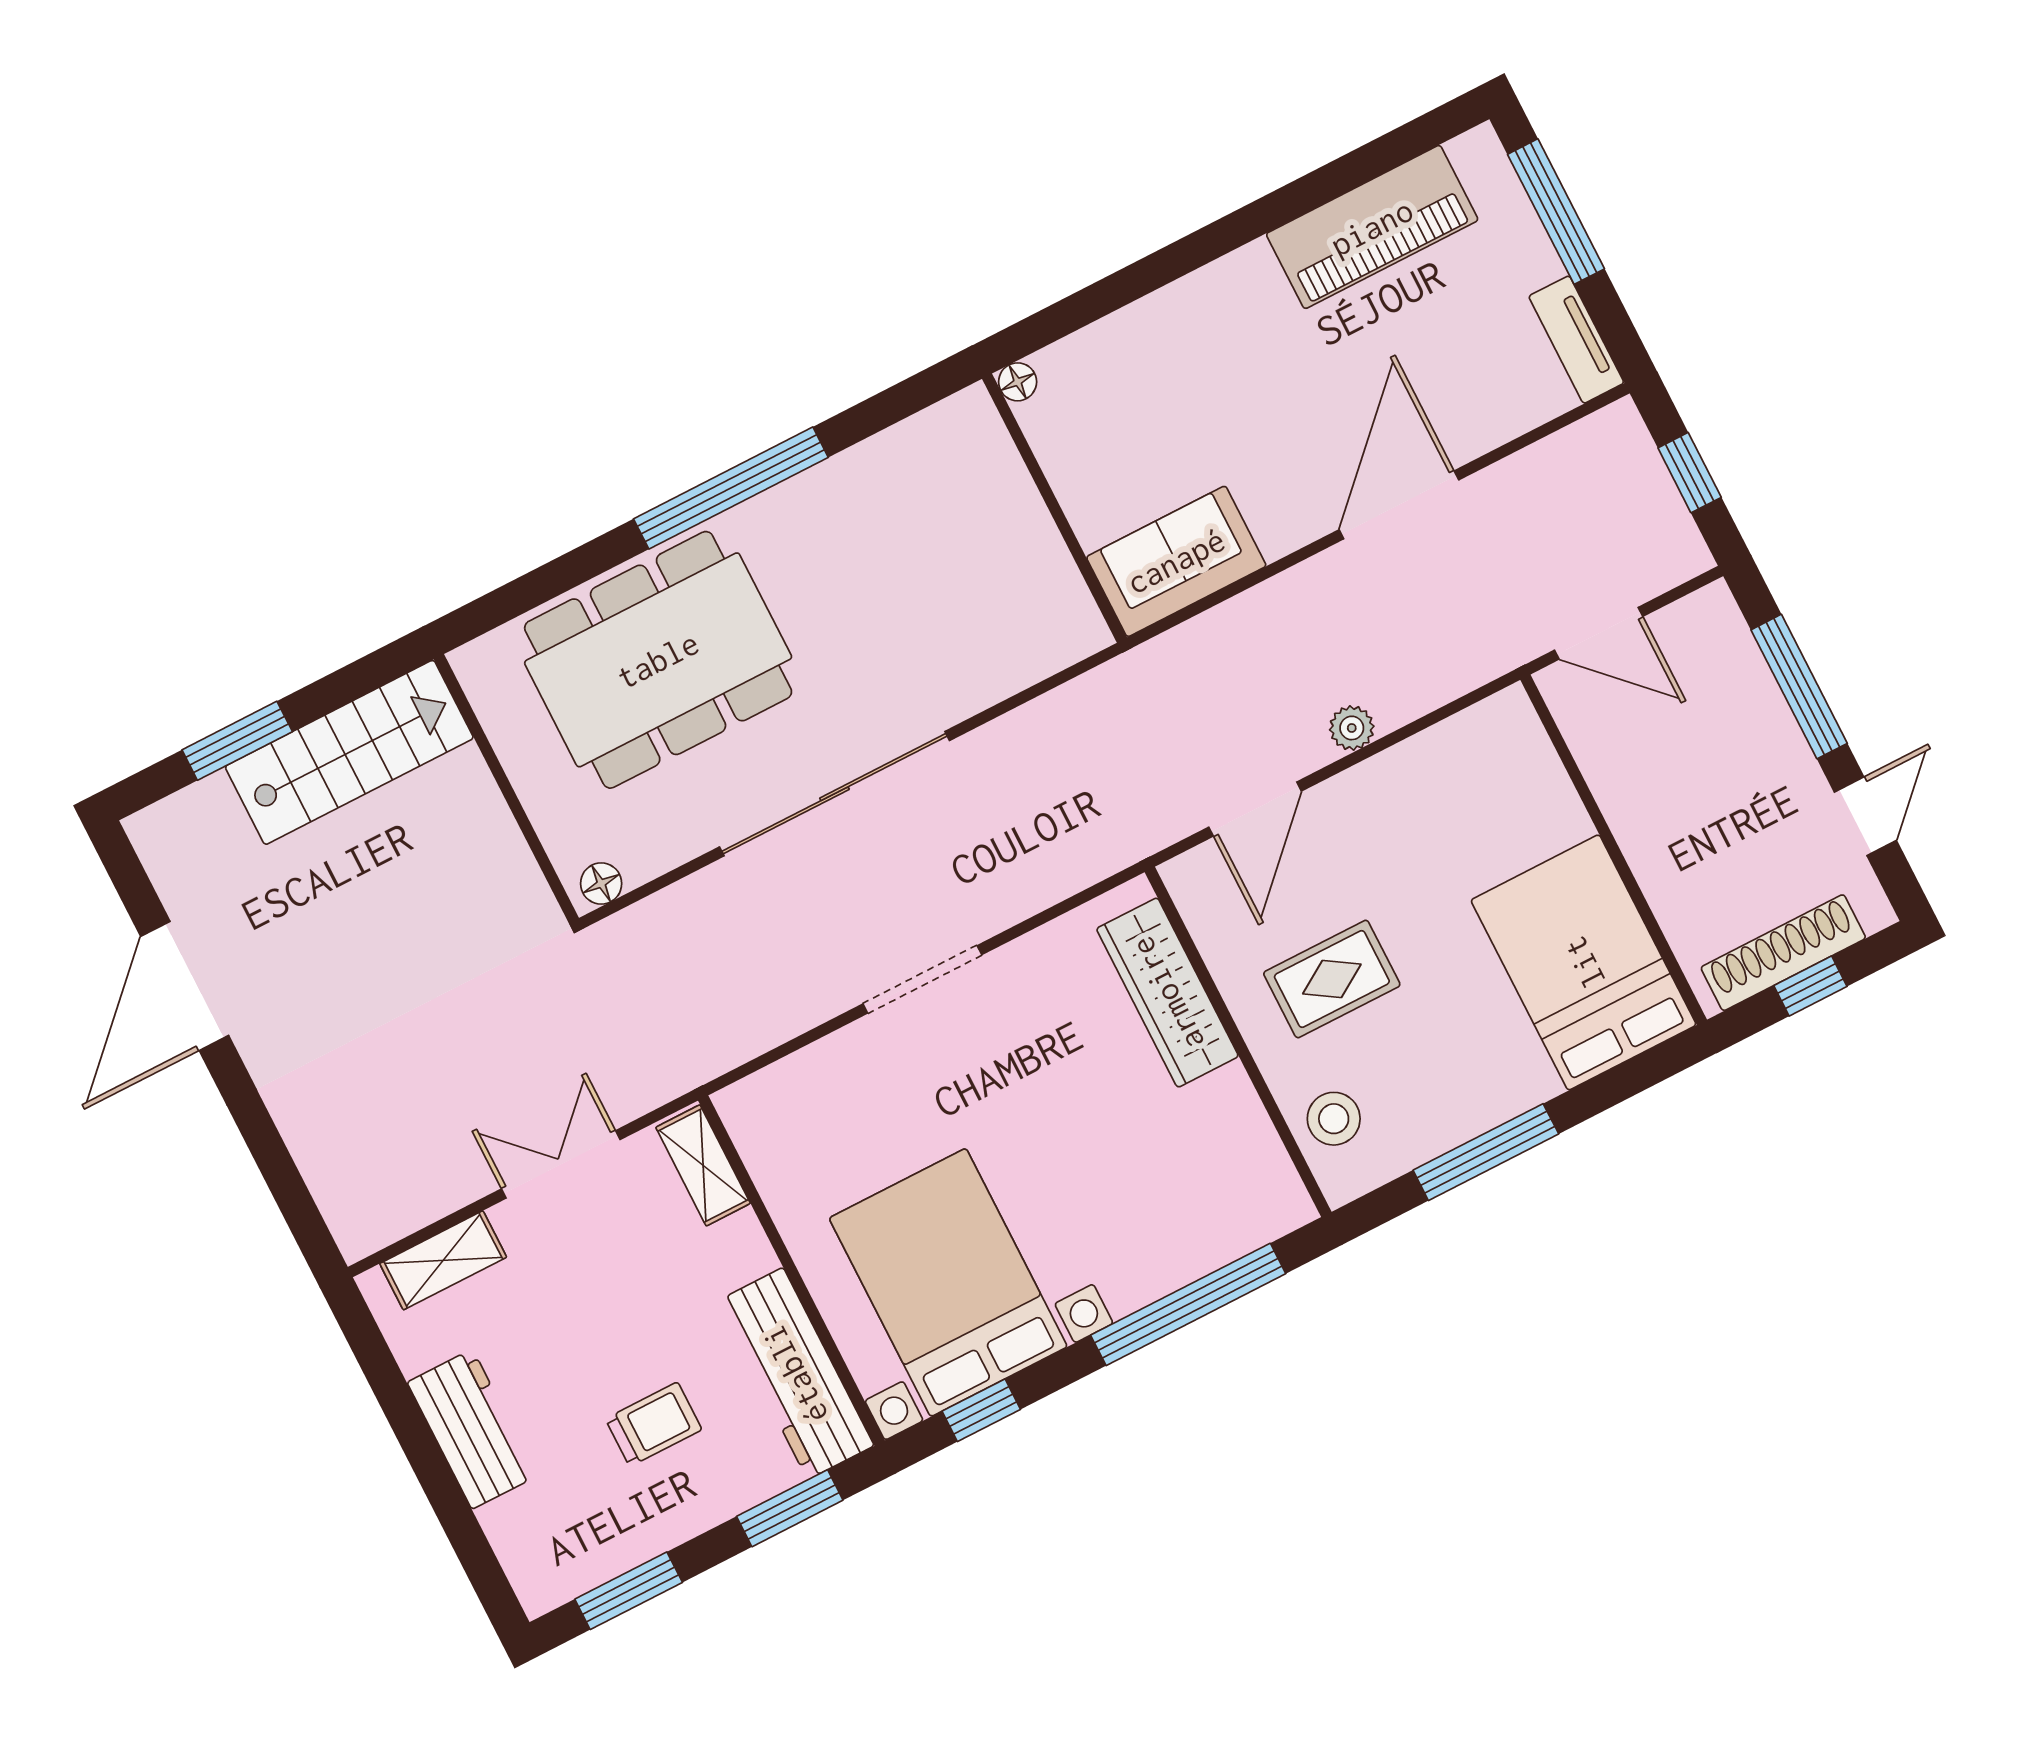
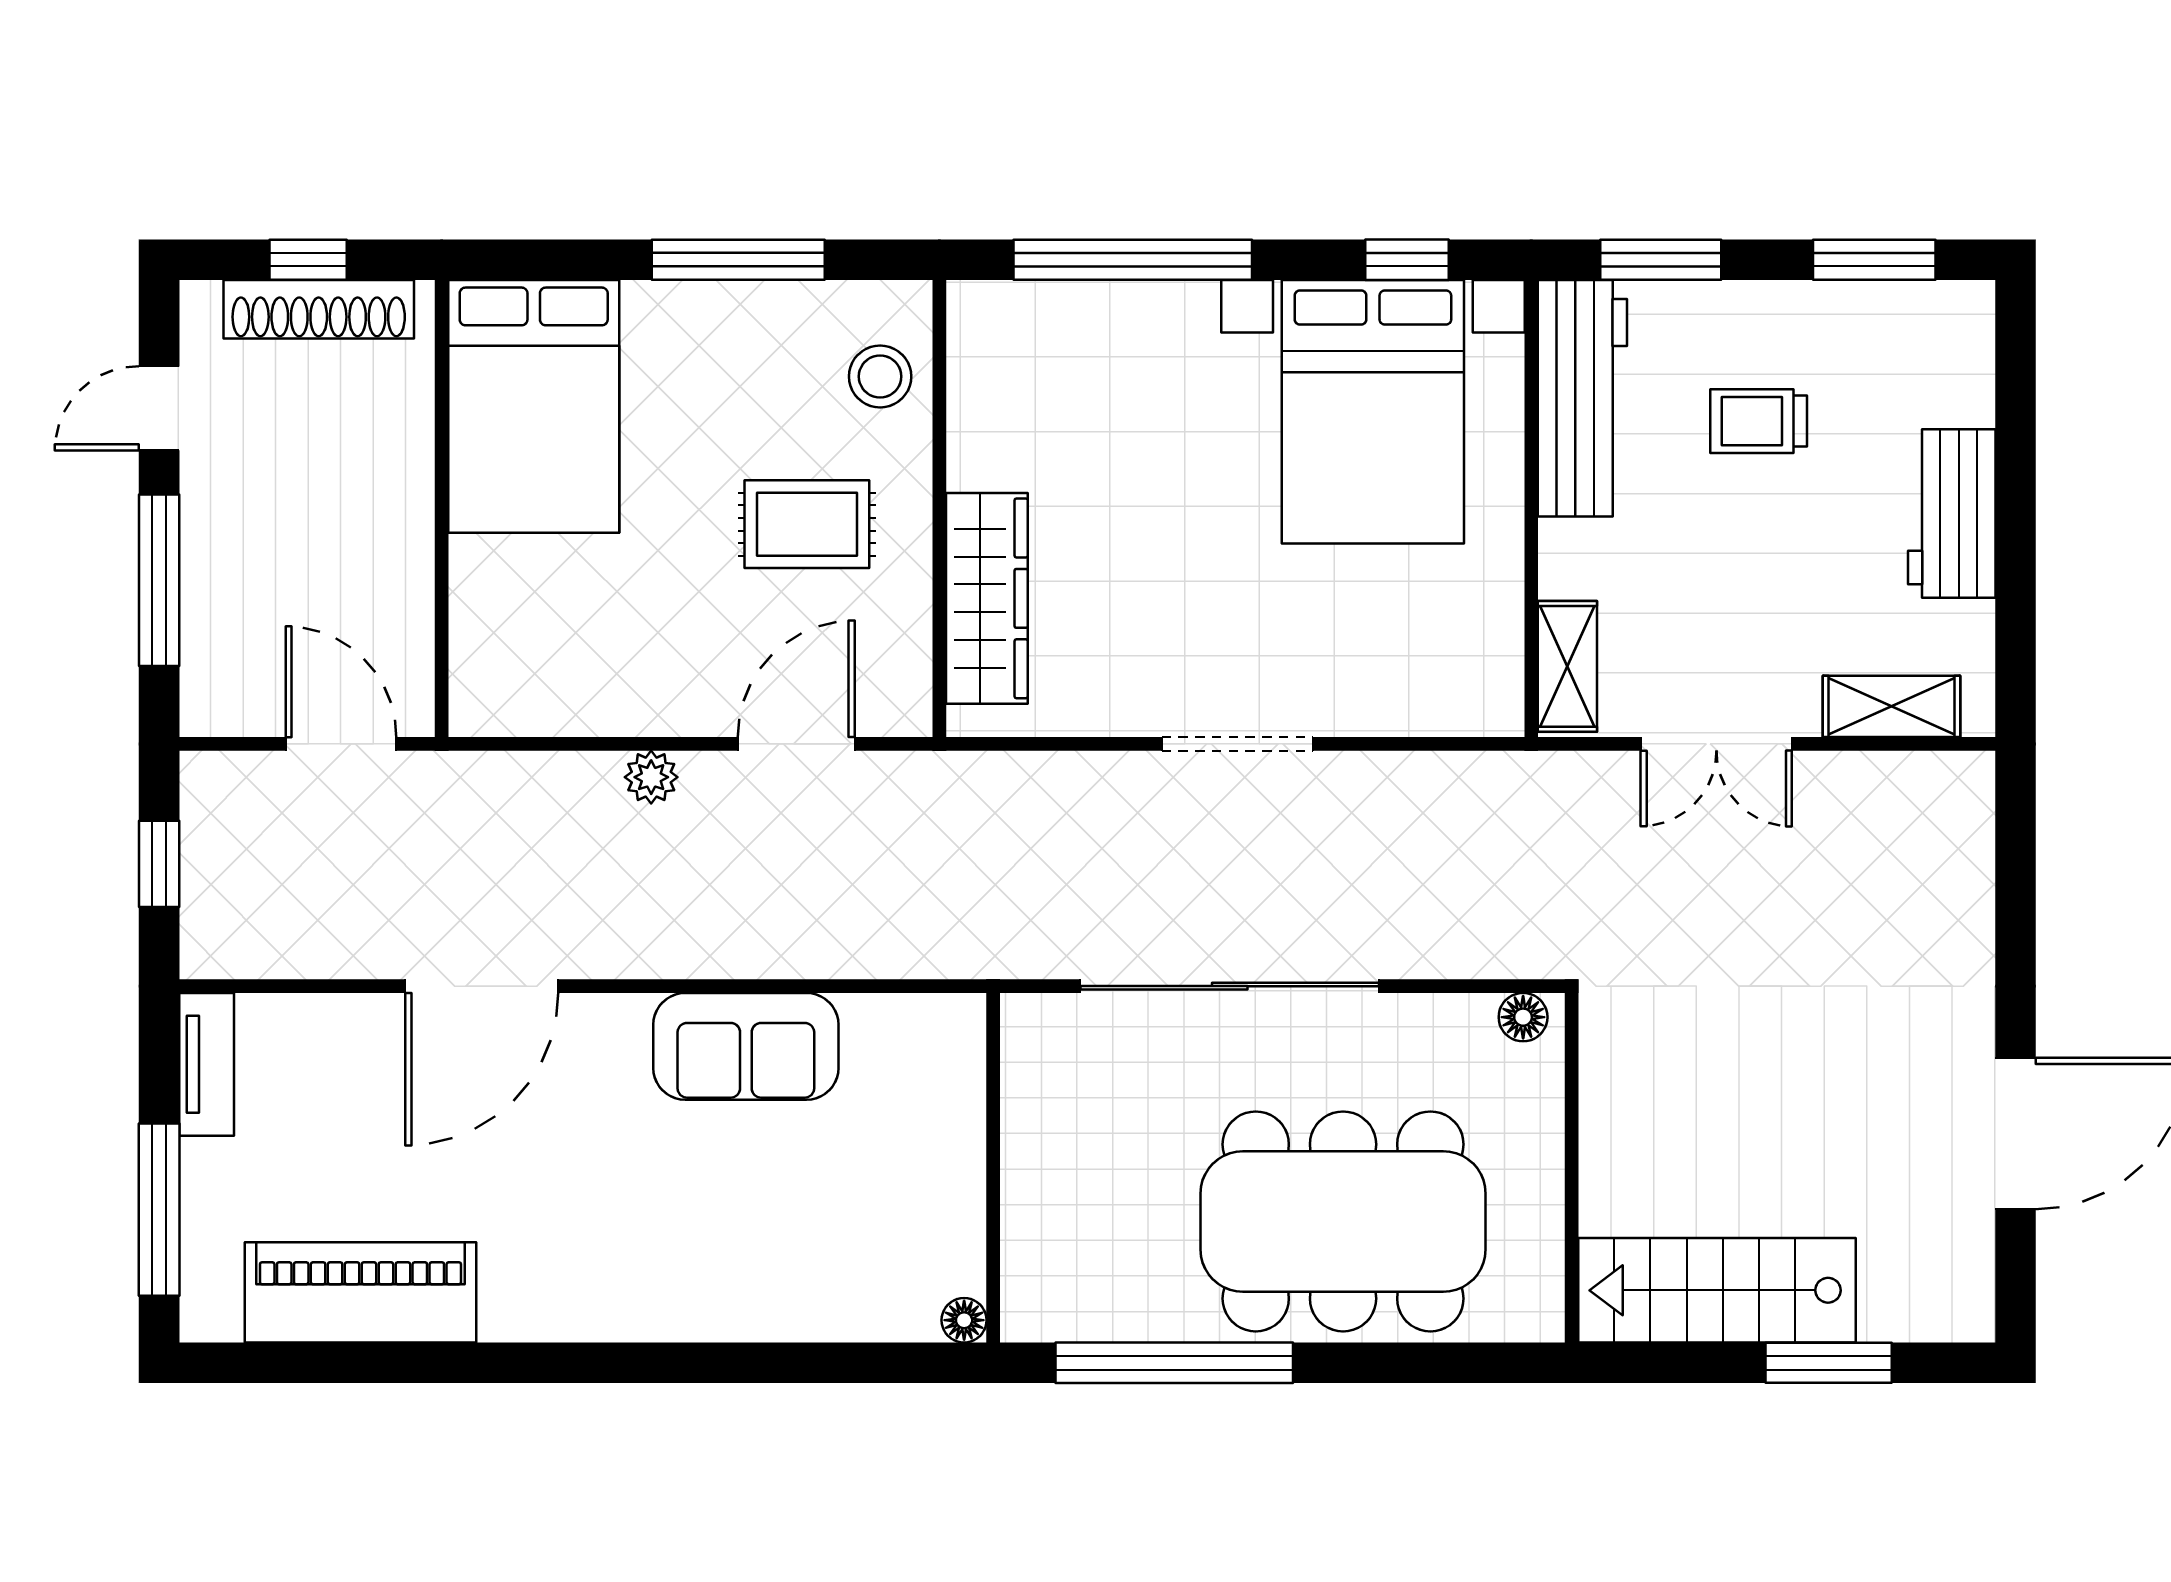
floor lamp: (1018, 382) -> (964, 1320), moved
wall: (1055, 508) -> (993, 1168), moved

